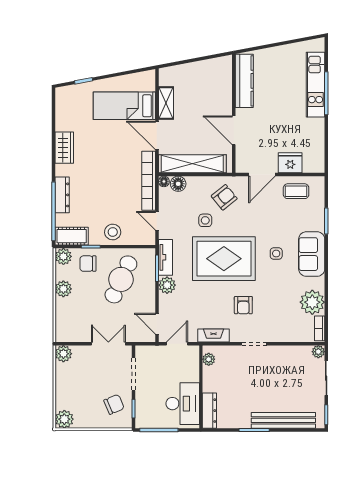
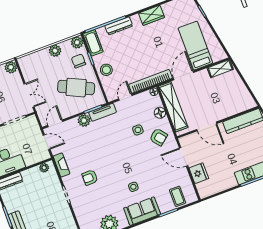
shelving: (166, 103) -> (220, 69), moved
door: (234, 130) -> (207, 126), swing flipped
floor lamp: (178, 184) -> (160, 113), moved
coffee table: (296, 191) -> (178, 196), moved
rug: (224, 259) -> (117, 153), removed

